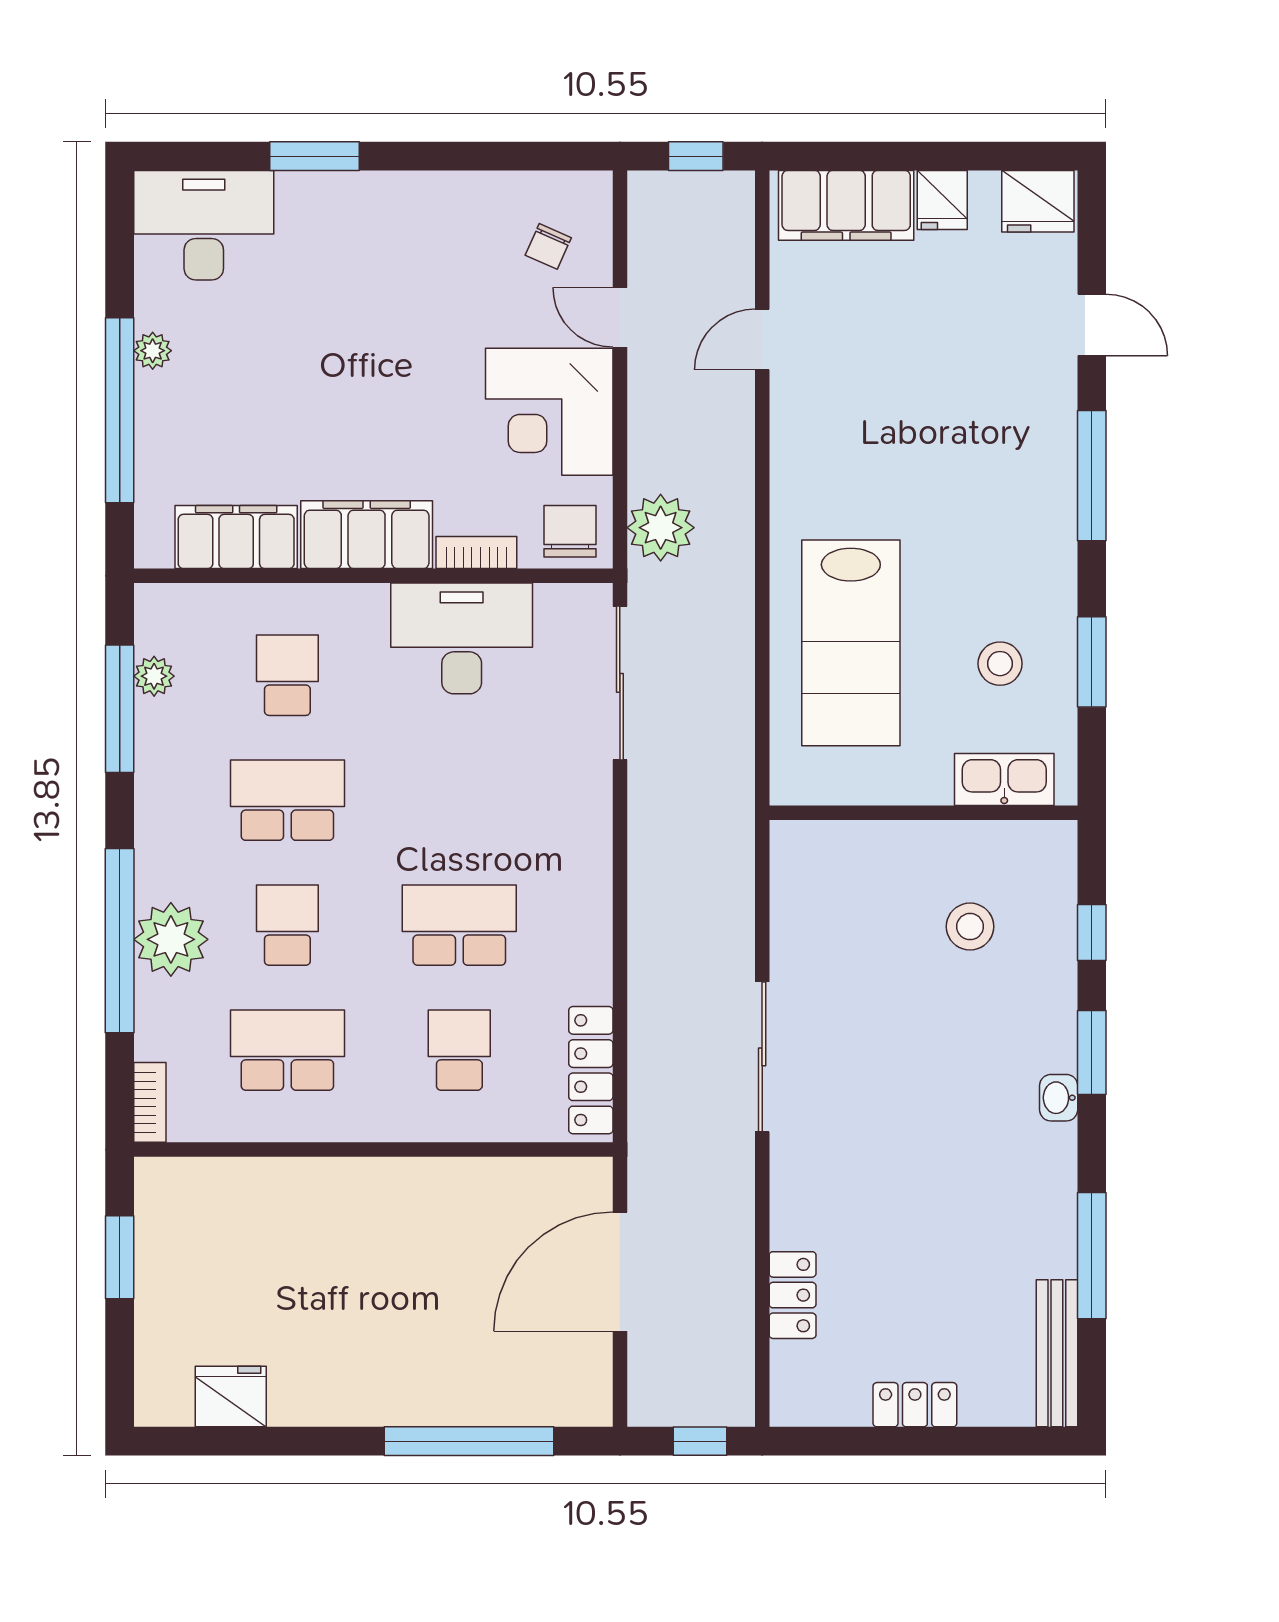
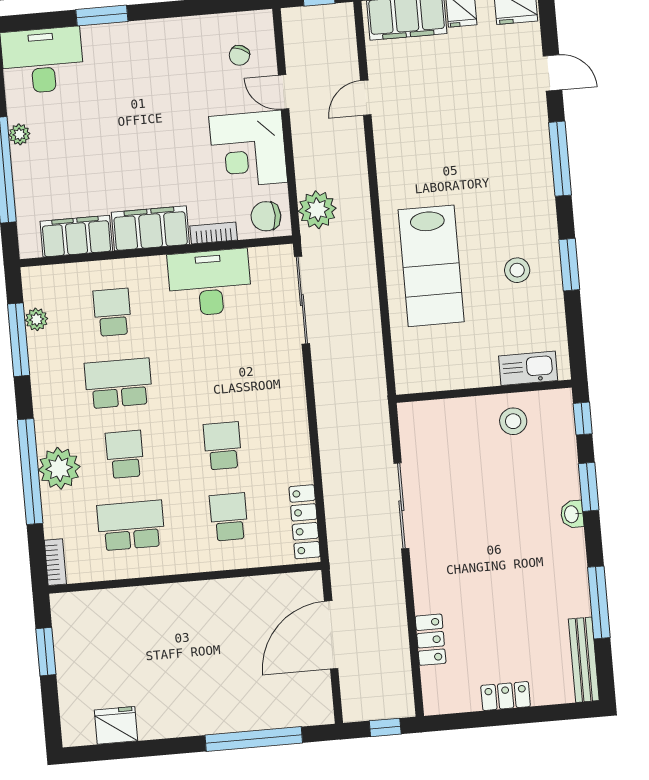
chair: (570, 531) -> (266, 216), turned -90
kitchen sink: (1004, 780) -> (528, 368), moved
wall: (923, 813) -> (484, 391), moved
school desk: (459, 925) -> (223, 446), width x0.54

